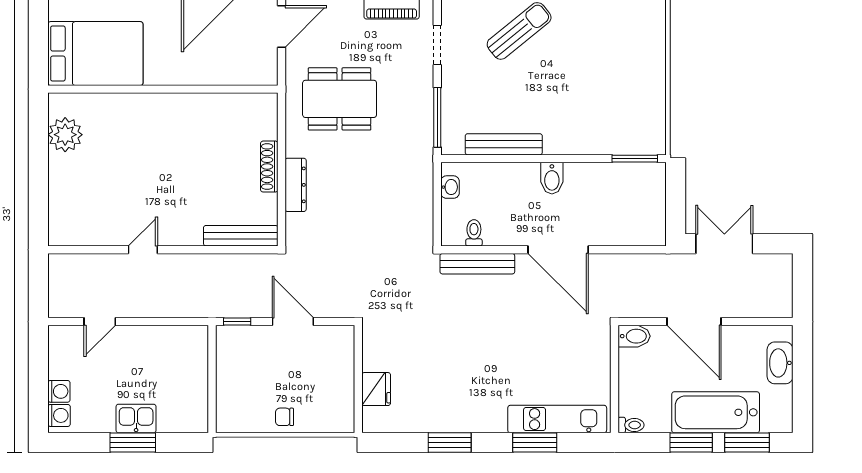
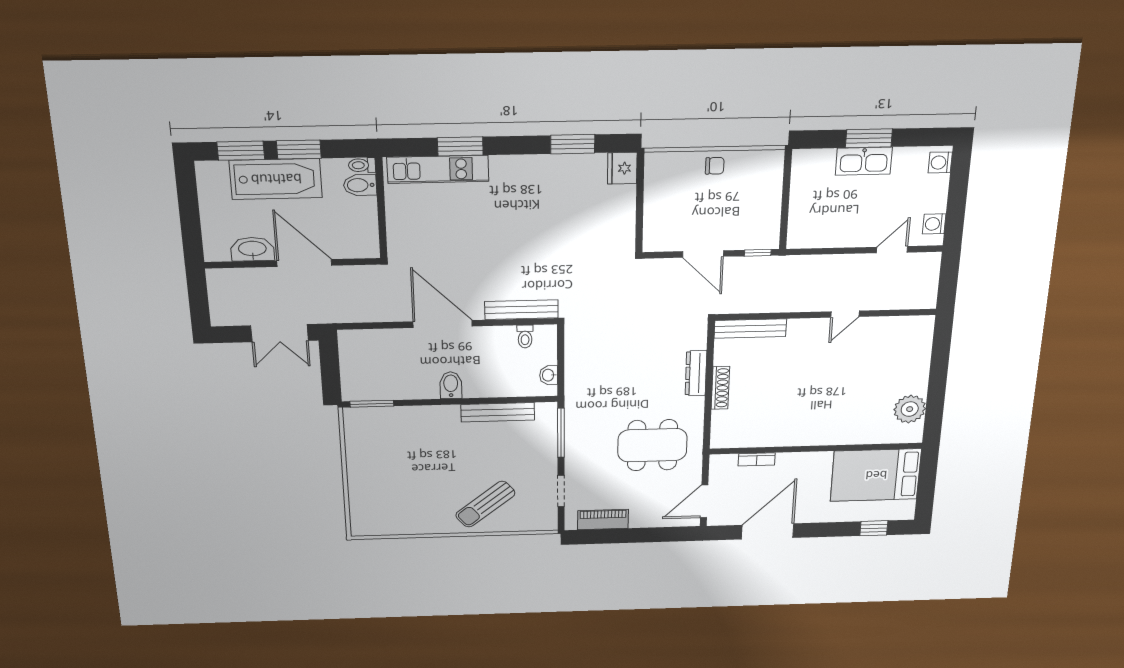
bookcase: (227, 78) -> (757, 459), added
bidet: (634, 336) -> (360, 185), moved
washbasin: (780, 363) -> (252, 249), moved, turned -90
fridge: (376, 389) -> (622, 168), moved
washing machine: (59, 391) -> (934, 224), moved
kitchen sink: (136, 418) -> (864, 161), width x1.38
window: (450, 443) -> (573, 144), moved

